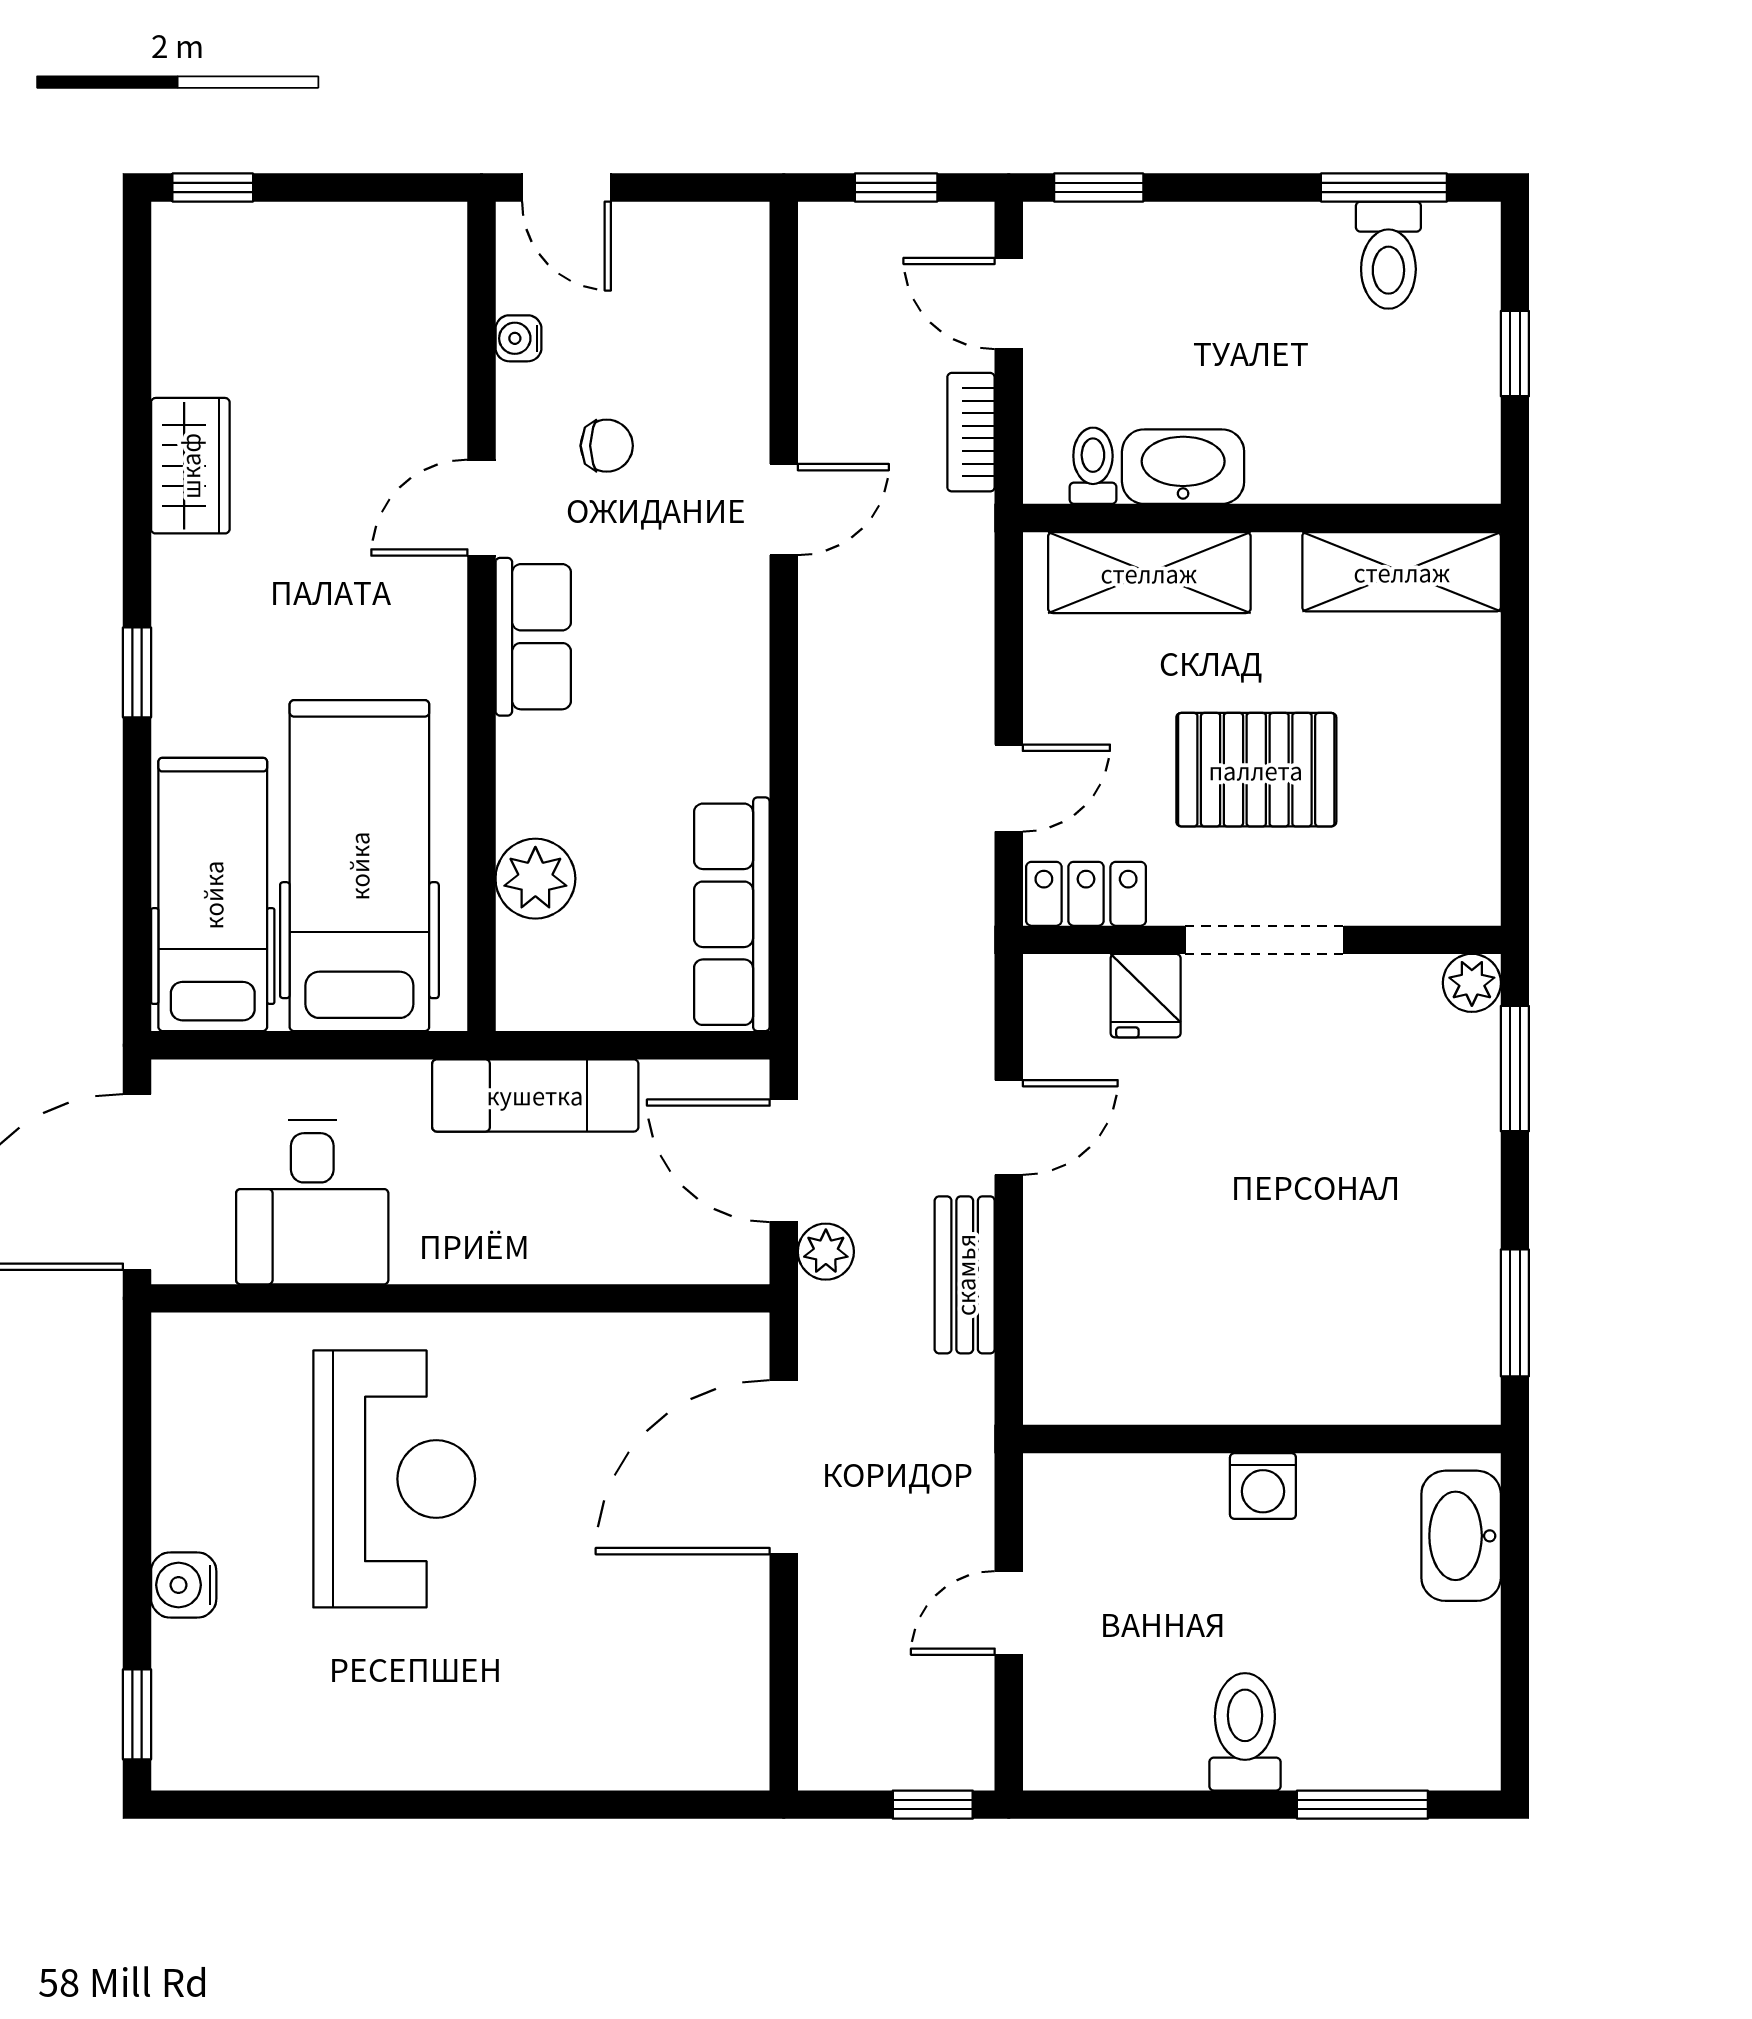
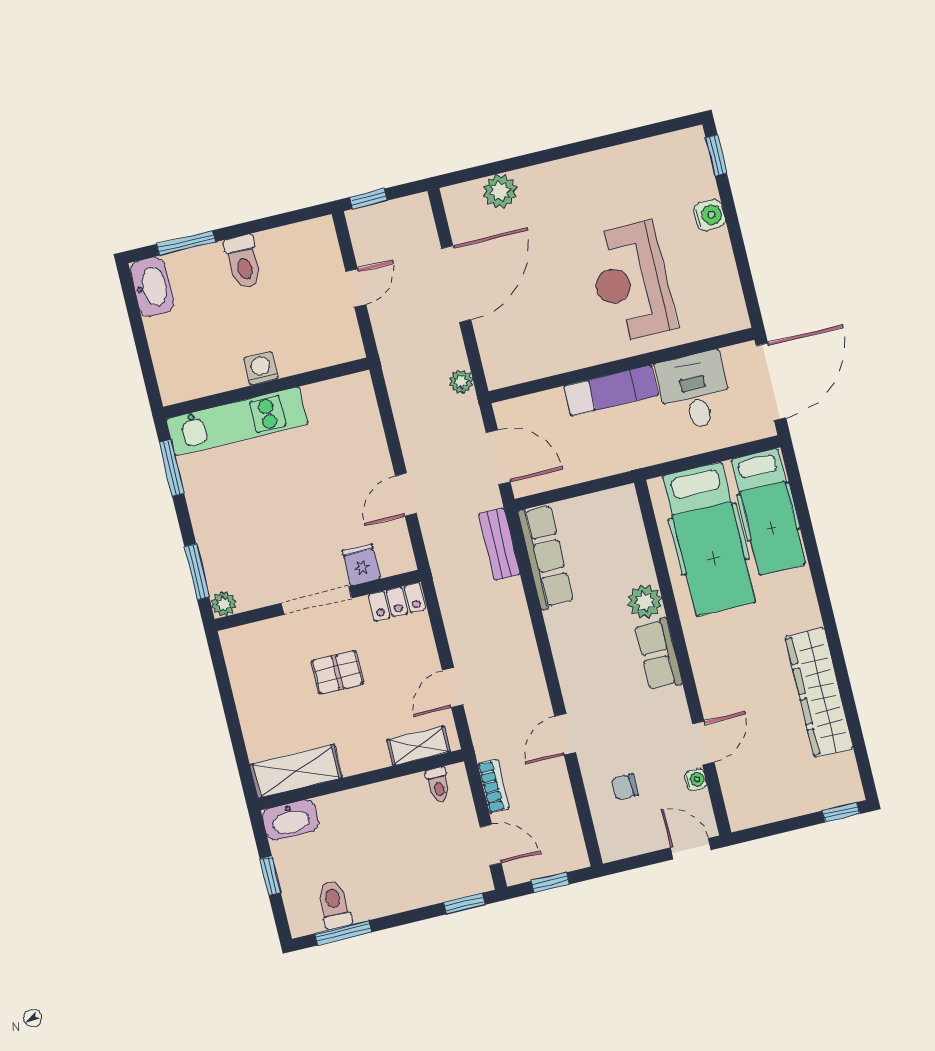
chair: (607, 446) -> (625, 787), moved
wardrobe: (190, 466) -> (819, 692), width x2.10, depth x1.17
washbasin: (1183, 467) -> (291, 820), moved
door: (481, 508) -> (703, 743), moved
shelving: (1149, 573) -> (419, 746), width x0.67, depth x0.75
window: (137, 672) -> (823, 598), removed
pallet: (1256, 770) -> (337, 672), width x0.67, depth x0.71
door: (1009, 788) -> (453, 688), moved
plant: (535, 879) -> (645, 602), moved
exam couch: (535, 1095) -> (611, 391), moved, turned 180
plant: (826, 1252) -> (461, 382), moved
bench: (965, 1275) -> (499, 544), moved
kitchen unit: (1344, 1381) -> (237, 421), added
door: (784, 1467) -> (456, 284), moved
washbasin: (1461, 1536) -> (152, 287), moved
plant: (636, 1751) -> (500, 191), added

